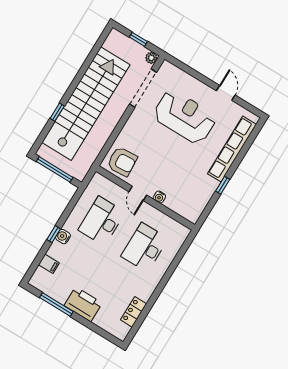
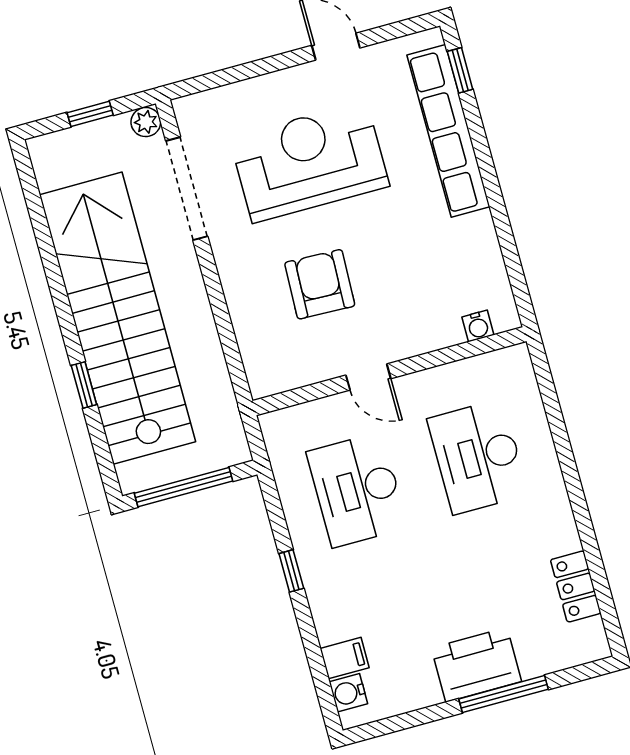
armchair: (122, 162) -> (320, 284), moved, turned -84
window: (223, 185) -> (460, 70), moved
water cooler: (159, 197) -> (478, 326), moved
window: (54, 234) -> (291, 571), moved
water cooler: (63, 237) -> (348, 693), moved
window: (56, 305) -> (503, 694), moved

